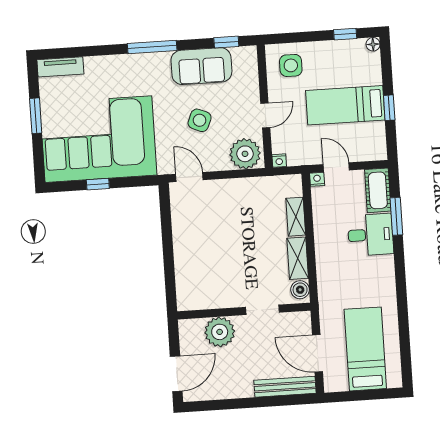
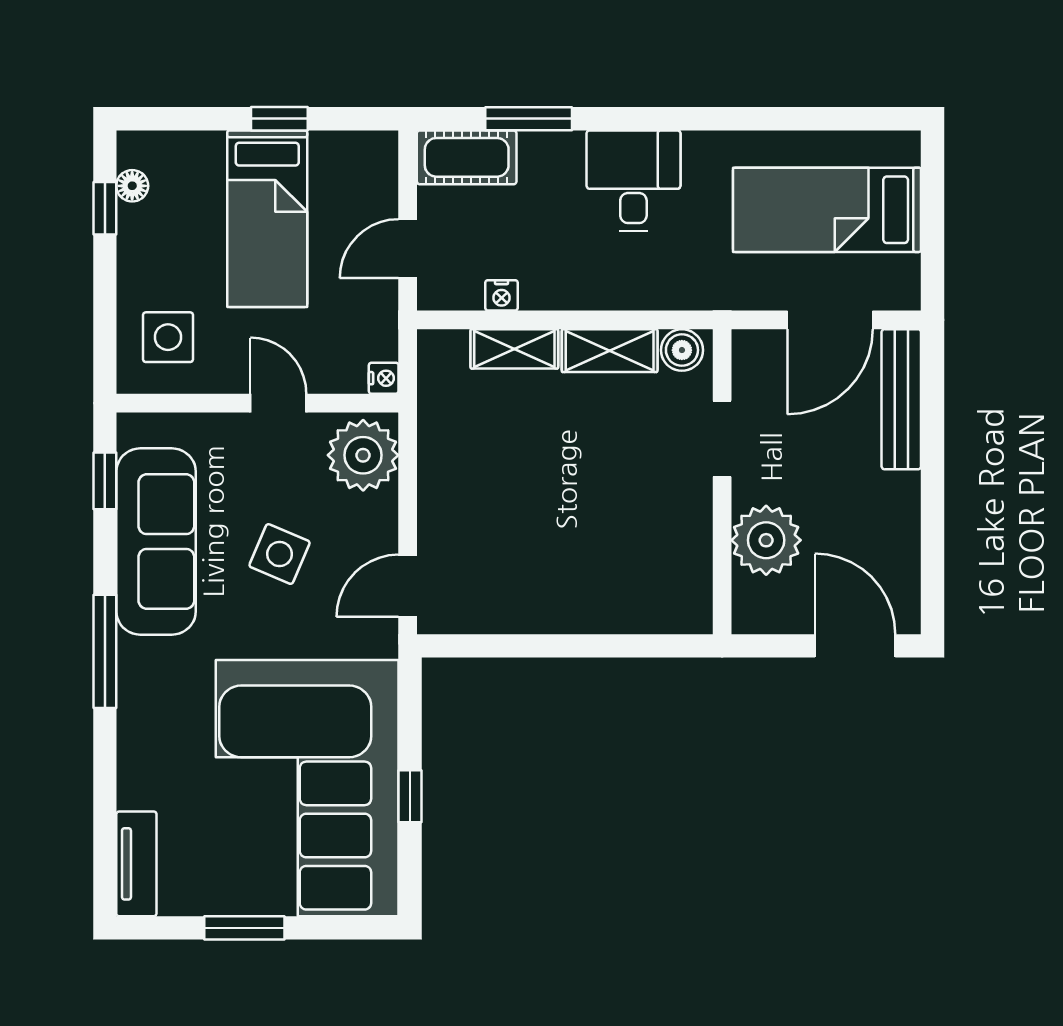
floor lamp: (373, 44) -> (132, 186), moved
sofa: (201, 66) -> (156, 541), width x1.36
nightstand: (317, 179) -> (502, 295), moved, turned -90
desk: (370, 235) -> (633, 181), moved

